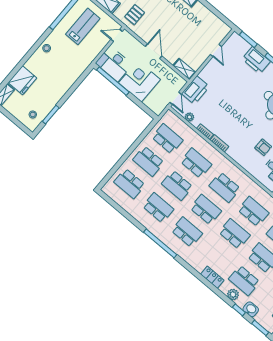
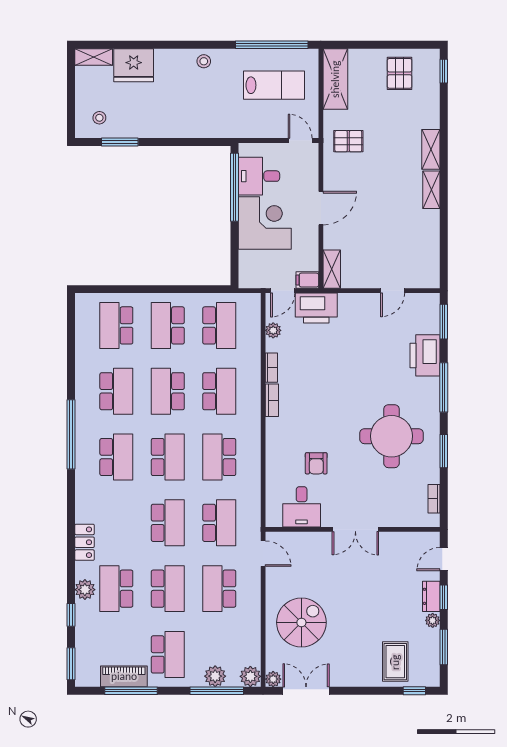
desk: (114, 64) -> (259, 176), width x0.73
filing cabinet: (180, 84) -> (307, 280), added
washbasin: (251, 309) -> (85, 630), removed

